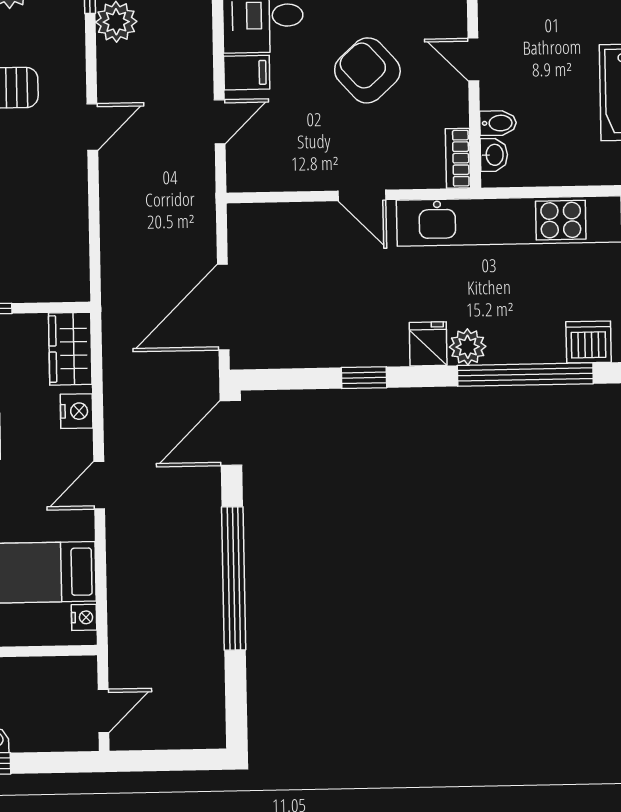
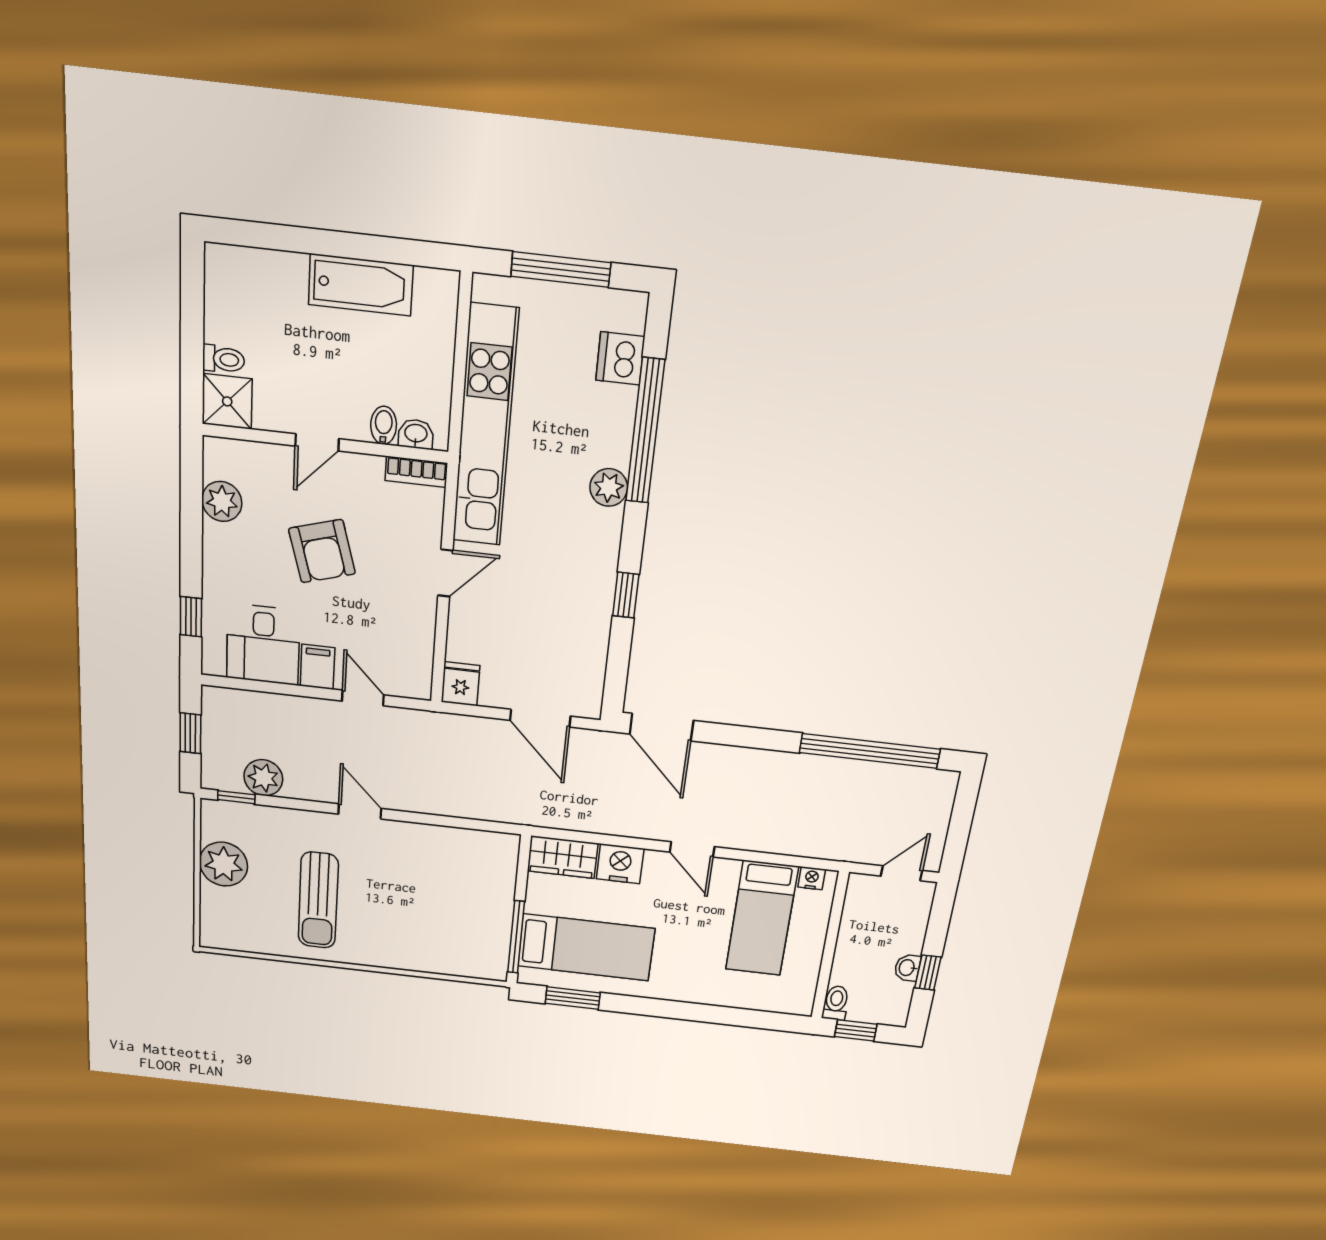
armchair: (367, 70) -> (322, 551), turned -64
door: (223, 307) -> (540, 718), width x0.73
fridge: (428, 344) -> (461, 684), moved, turned 90
nightstand: (77, 411) -> (620, 864), width x1.36, depth x1.33
window: (234, 578) -> (870, 751), moved
door: (104, 711) -> (901, 873), hinge flipped

